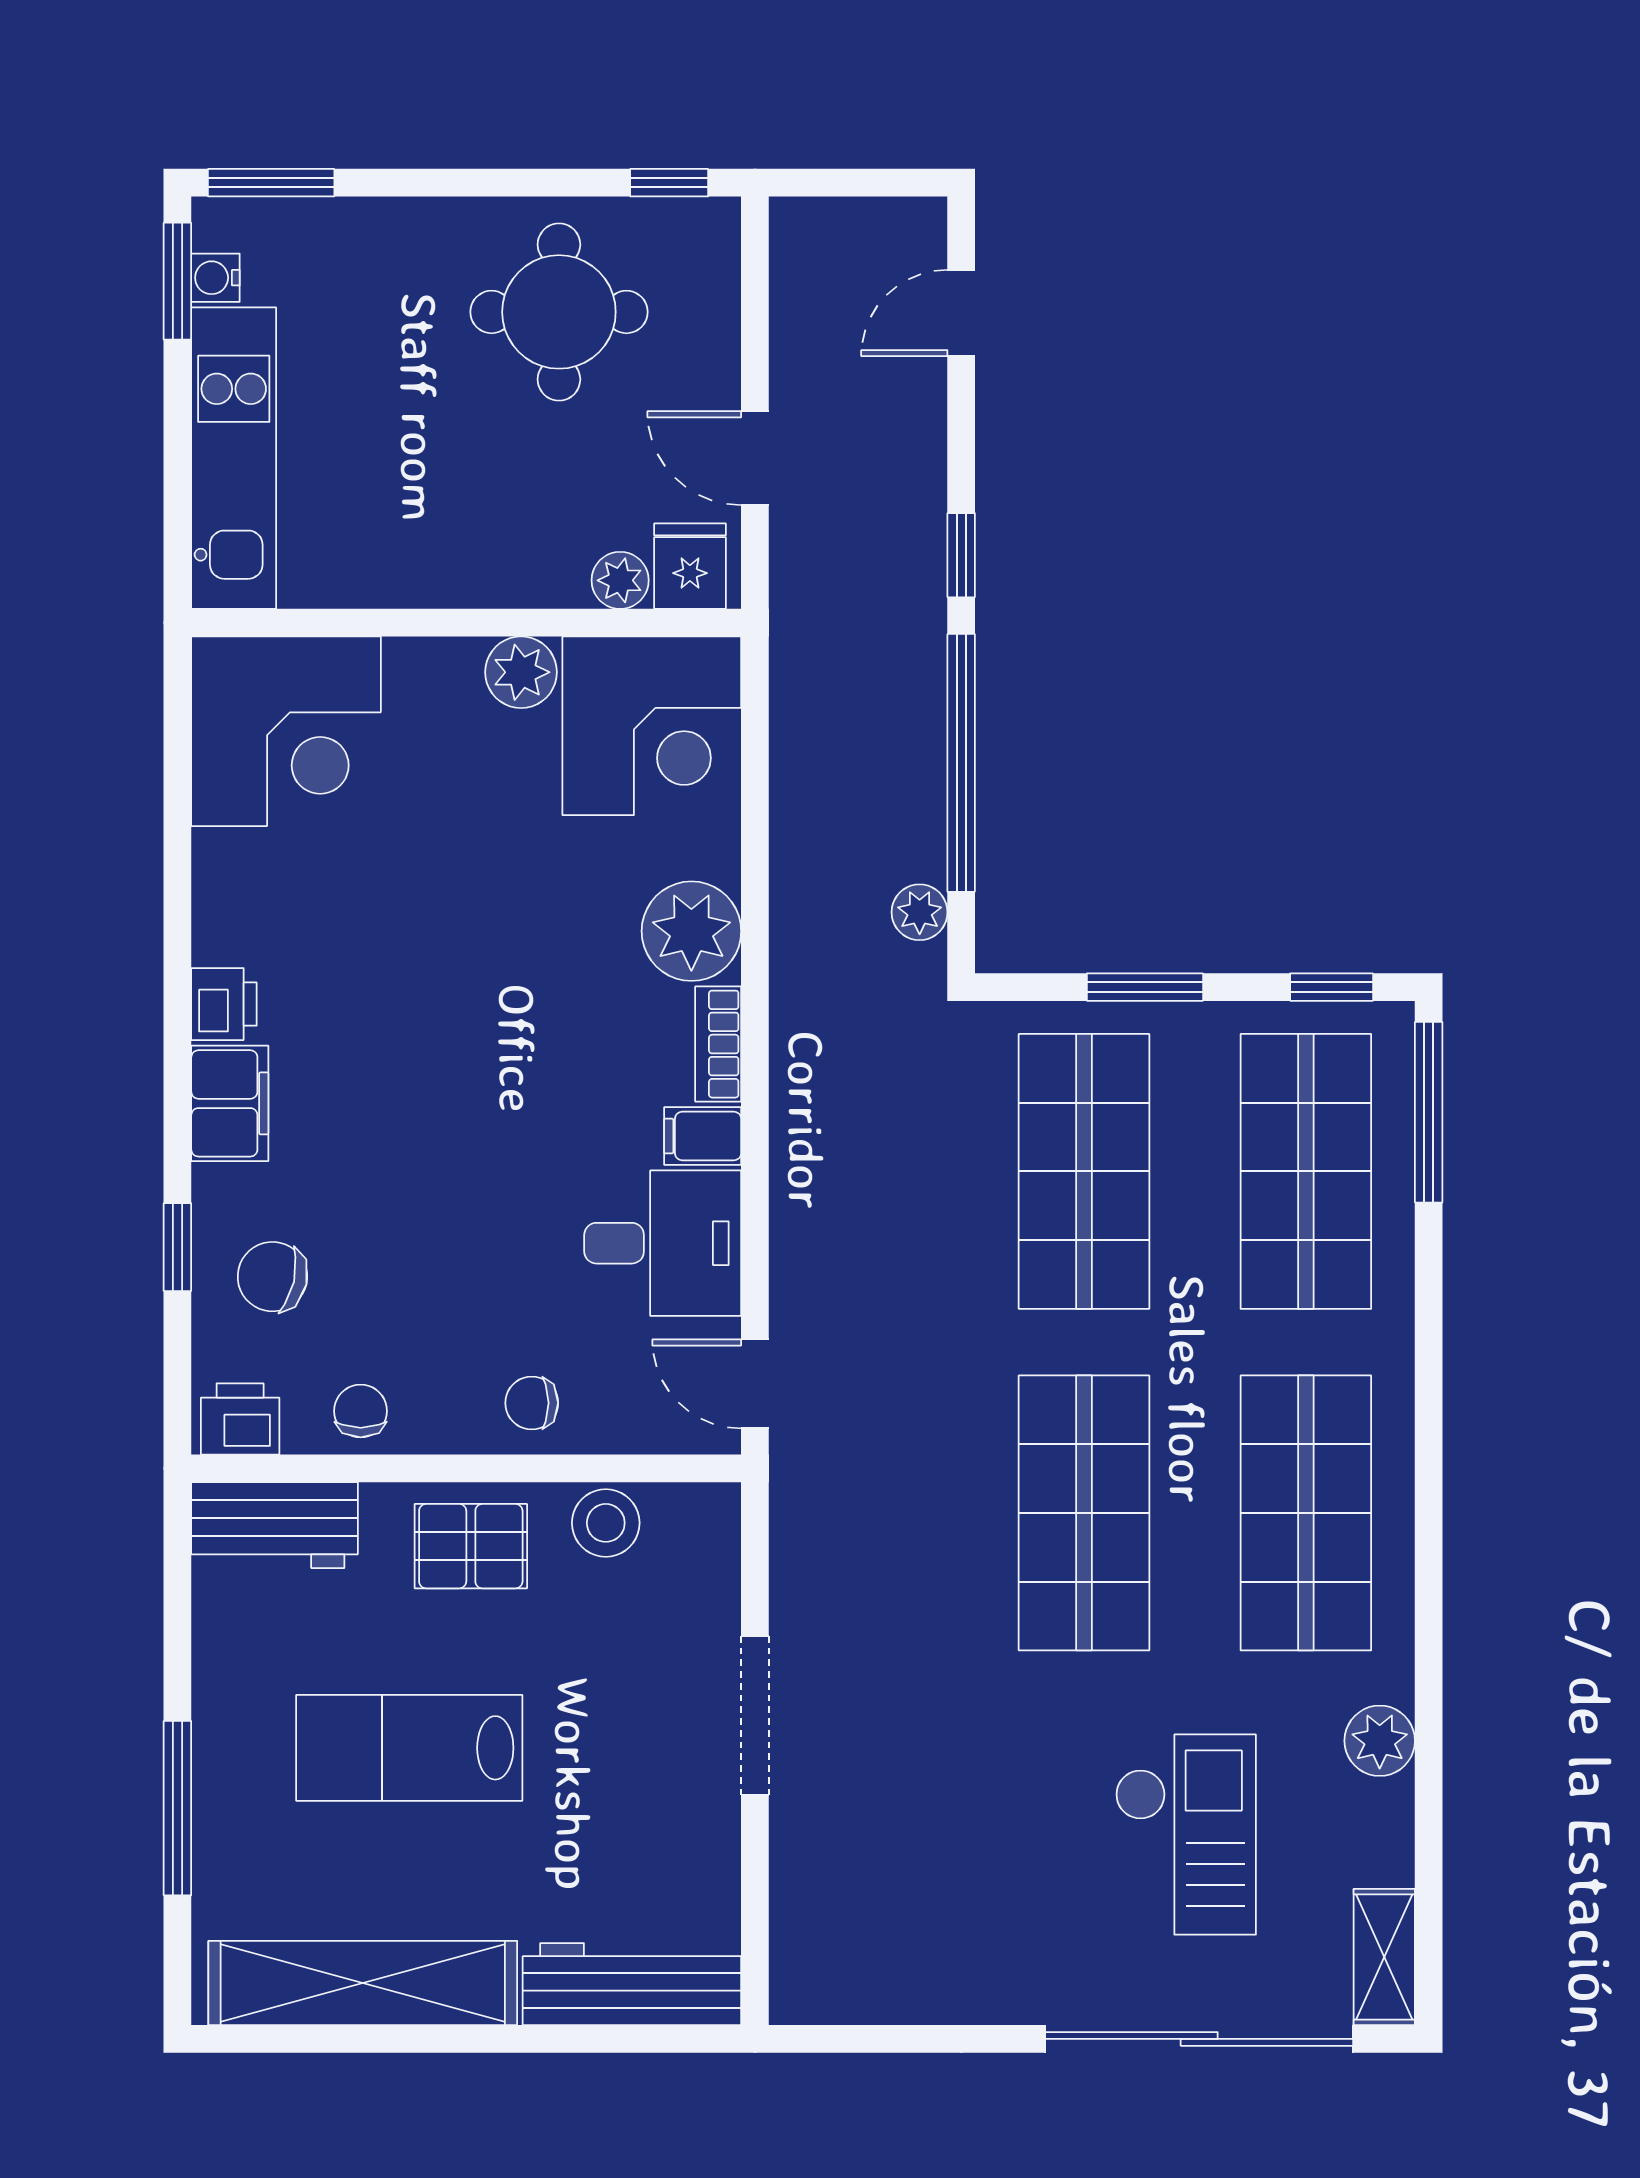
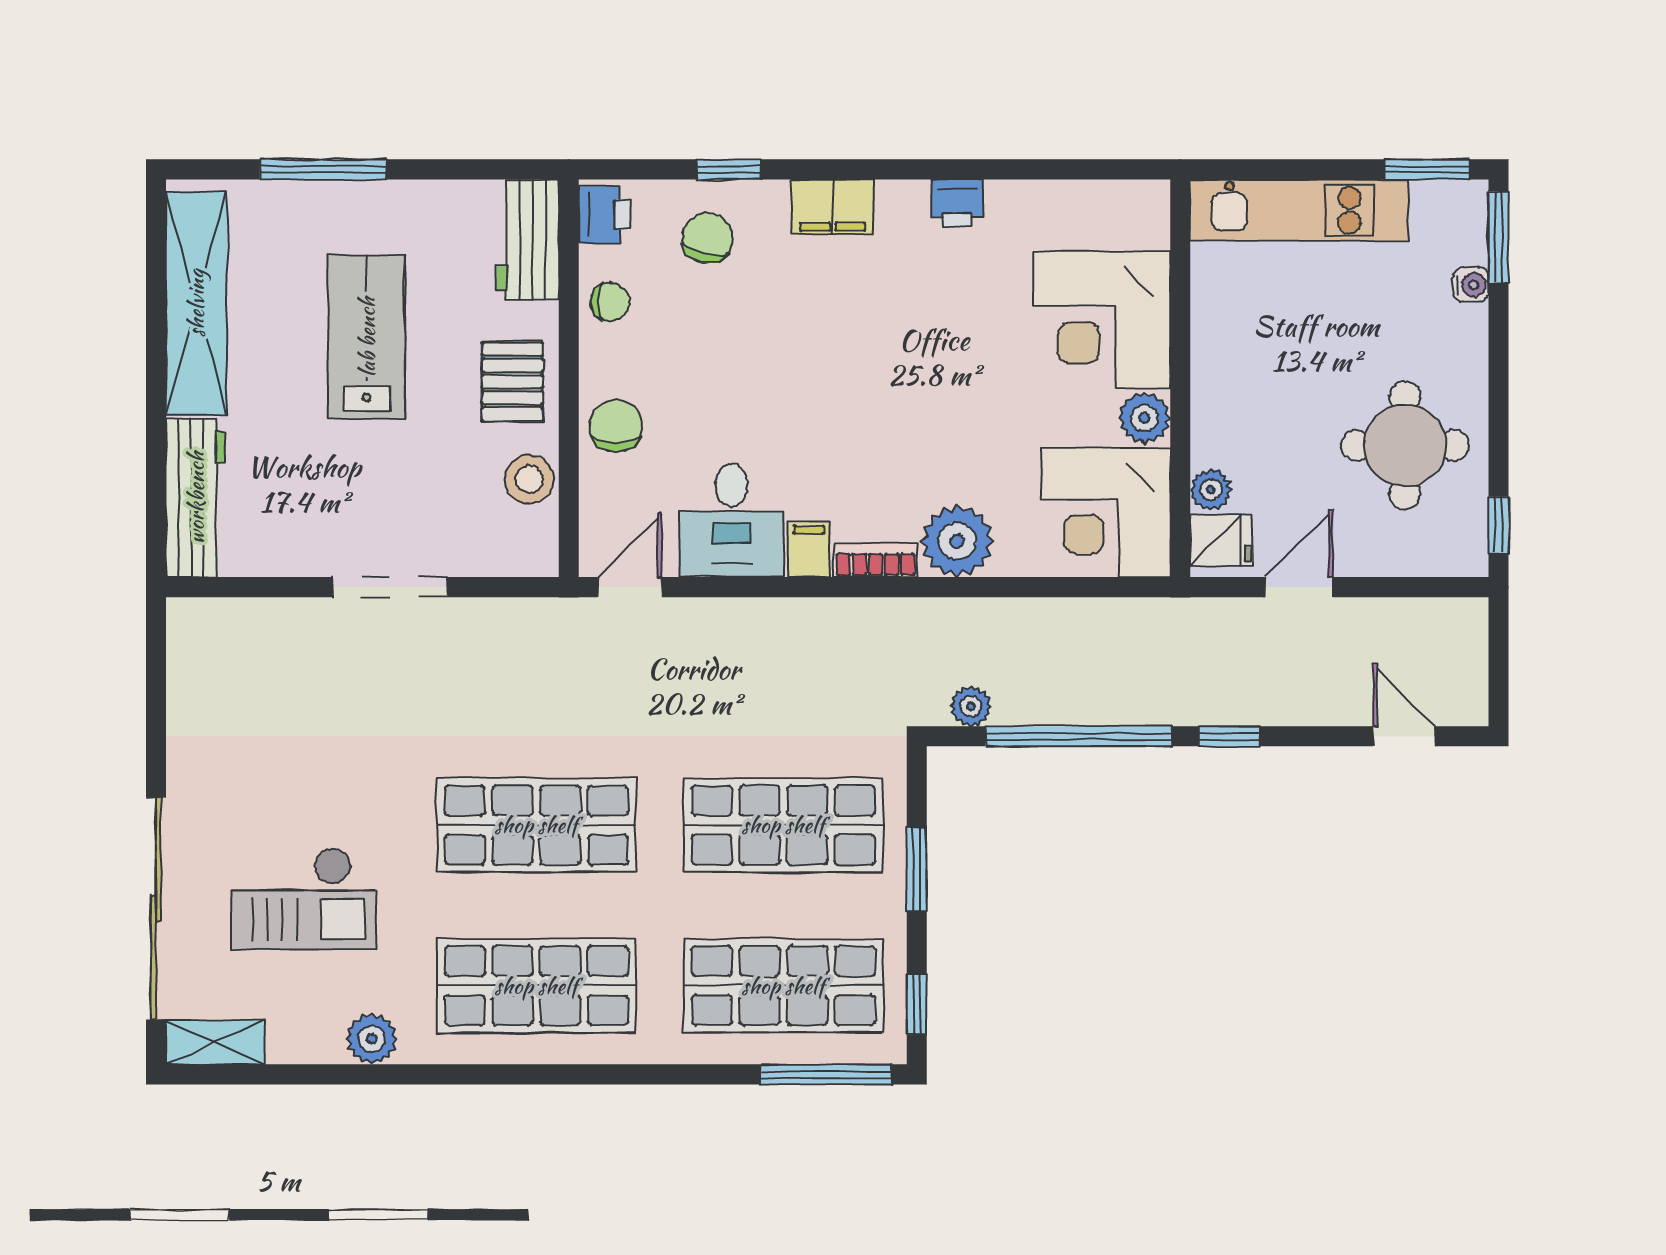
water cooler: (215, 278) -> (1471, 285), moved, turned 90
corner desk: (286, 731) -> (1102, 319), moved
printer: (224, 1004) -> (957, 203), moved
chair: (532, 1403) -> (616, 426), width x1.37, depth x1.37

